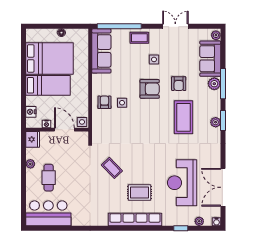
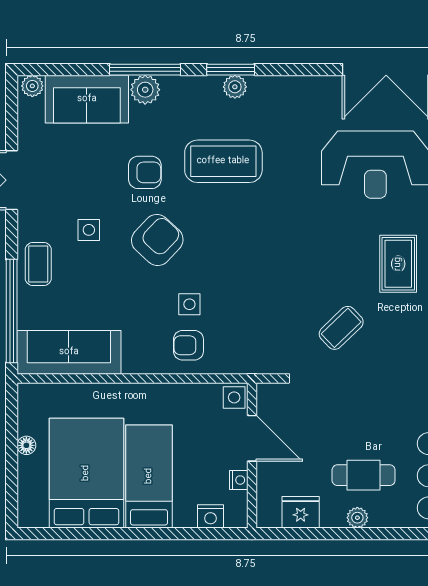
armchair: (150, 89) -> (157, 240), turned 43
door: (64, 130) -> (252, 438), swing flipped
fridge: (33, 139) -> (301, 512), moved
plant: (30, 164) -> (357, 518), moved

